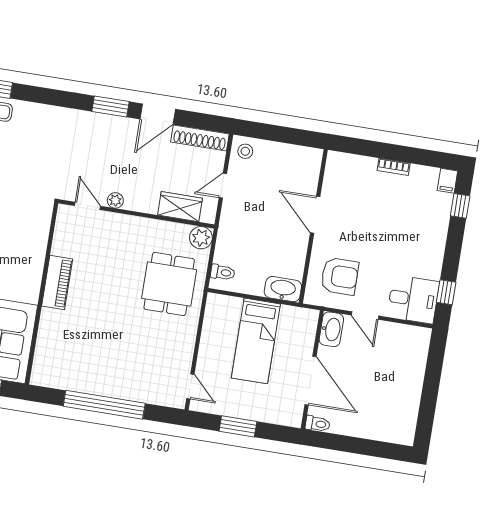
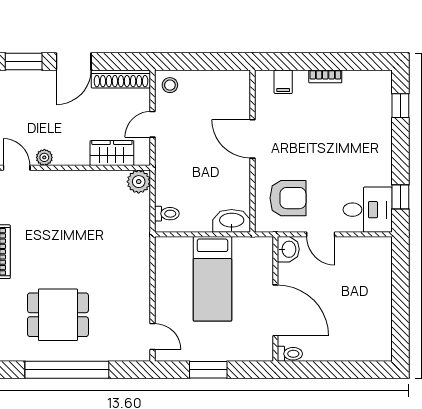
filing cabinet: (447, 181) -> (283, 82), moved
dining table: (169, 284) -> (58, 315), moved, turned 90
washbasin: (331, 329) -> (288, 249), width x0.72

